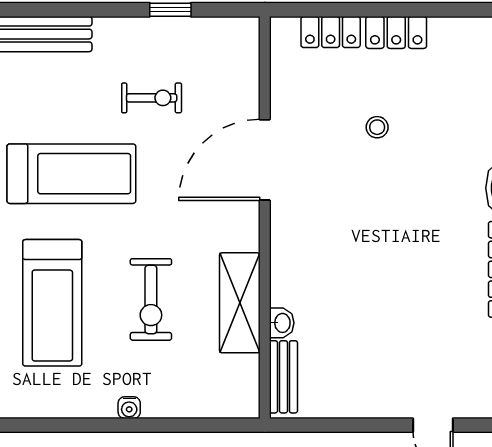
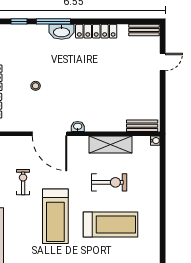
treadmill: (71, 174) -> (55, 216), turned 180
washbasin: (282, 323) -> (78, 127), moved
water cooler: (129, 408) -> (155, 141), moved

